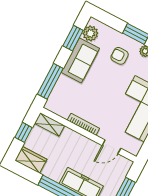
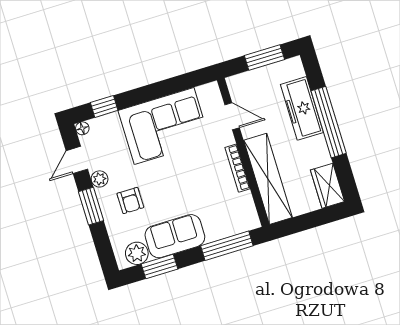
shelving: (50, 124) -> (268, 179), width x2.20, depth x1.33
window: (23, 132) -> (307, 221), removed

